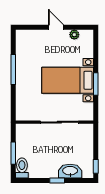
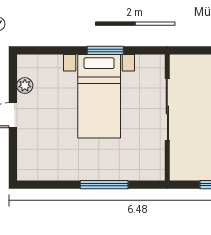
window: (13, 70) -> (104, 185), moved

